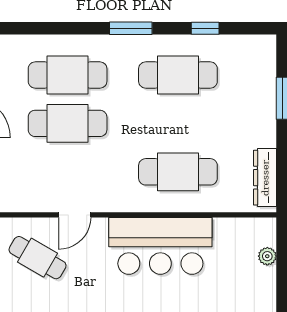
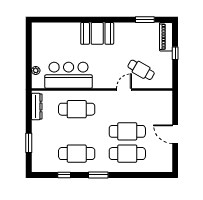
bar counter: (160, 246) -> (69, 75), moved

